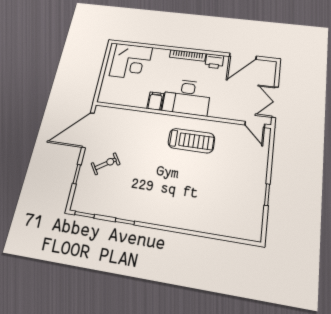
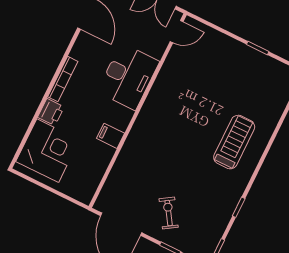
printer: (214, 61) -> (51, 112), moved
desk: (187, 97) -> (128, 77), moved
treadmill: (191, 141) -> (234, 142), moved

